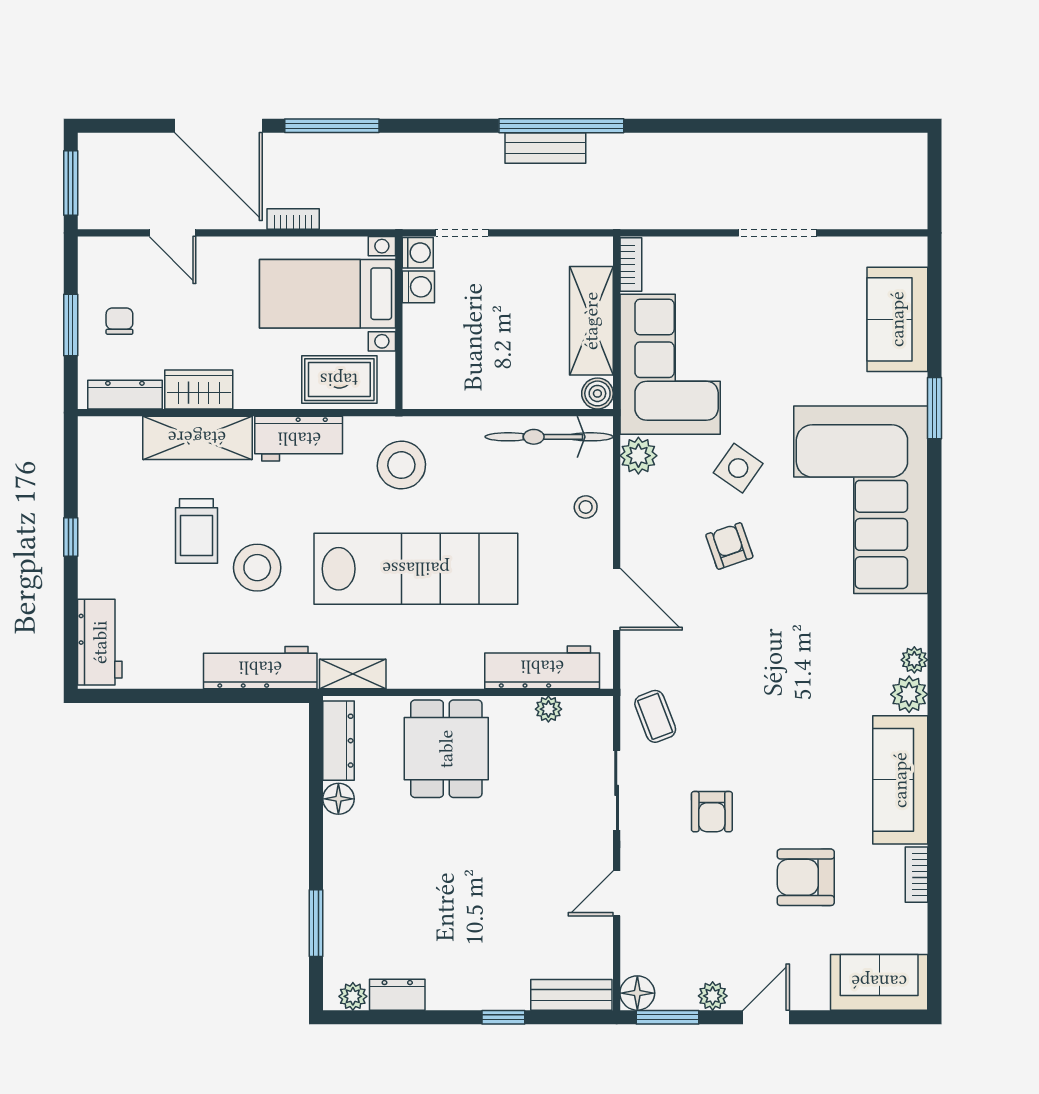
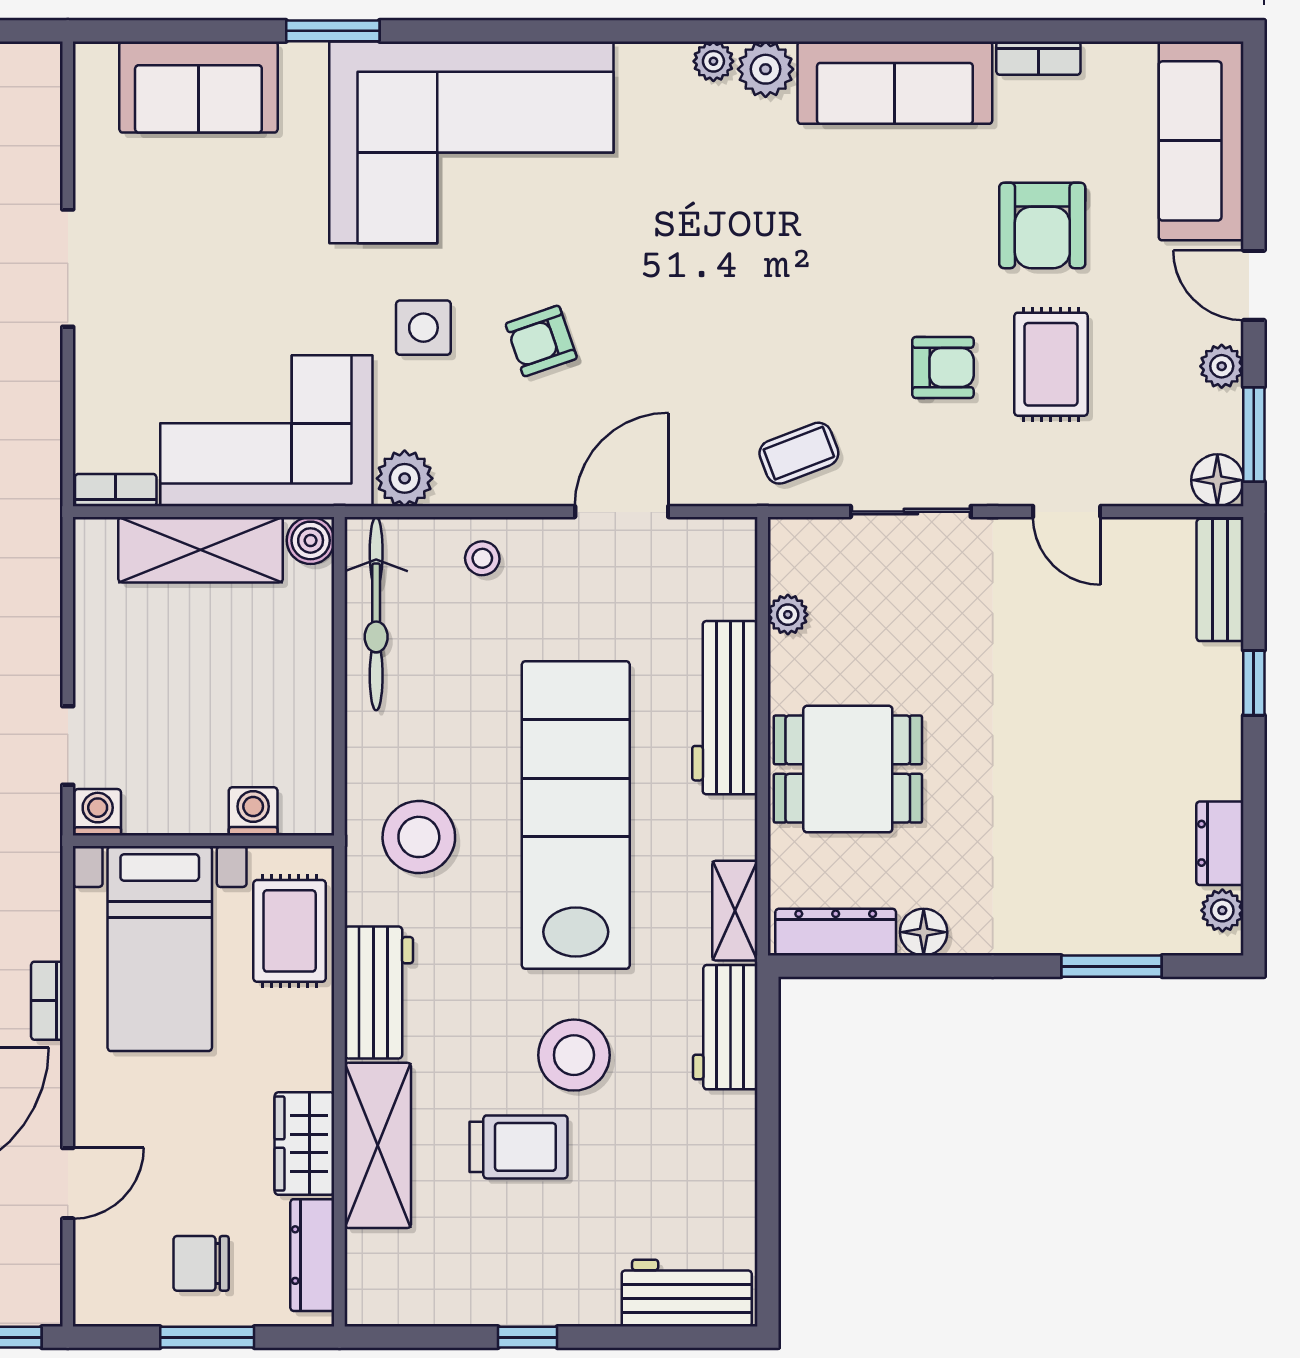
washing machine: (418, 287) -> (253, 811), moved
chair: (119, 321) -> (201, 1263), width x1.37, depth x1.37
side table: (738, 468) -> (423, 328), turned -35
workbench: (542, 667) -> (725, 708), moved
workbench: (260, 668) -> (725, 1027), width x0.73
rug: (714, 883) -> (1051, 364), added
sofa: (879, 982) -> (1201, 141), width x1.36

